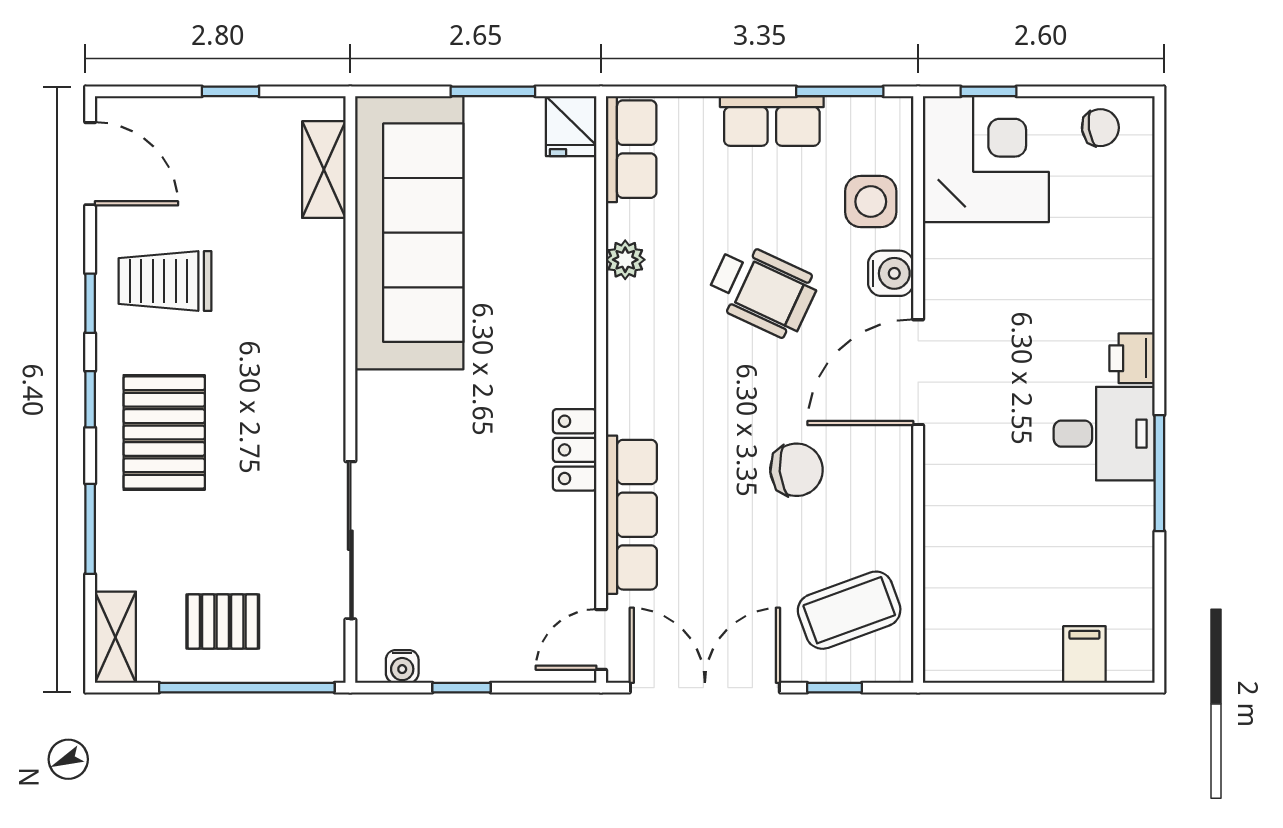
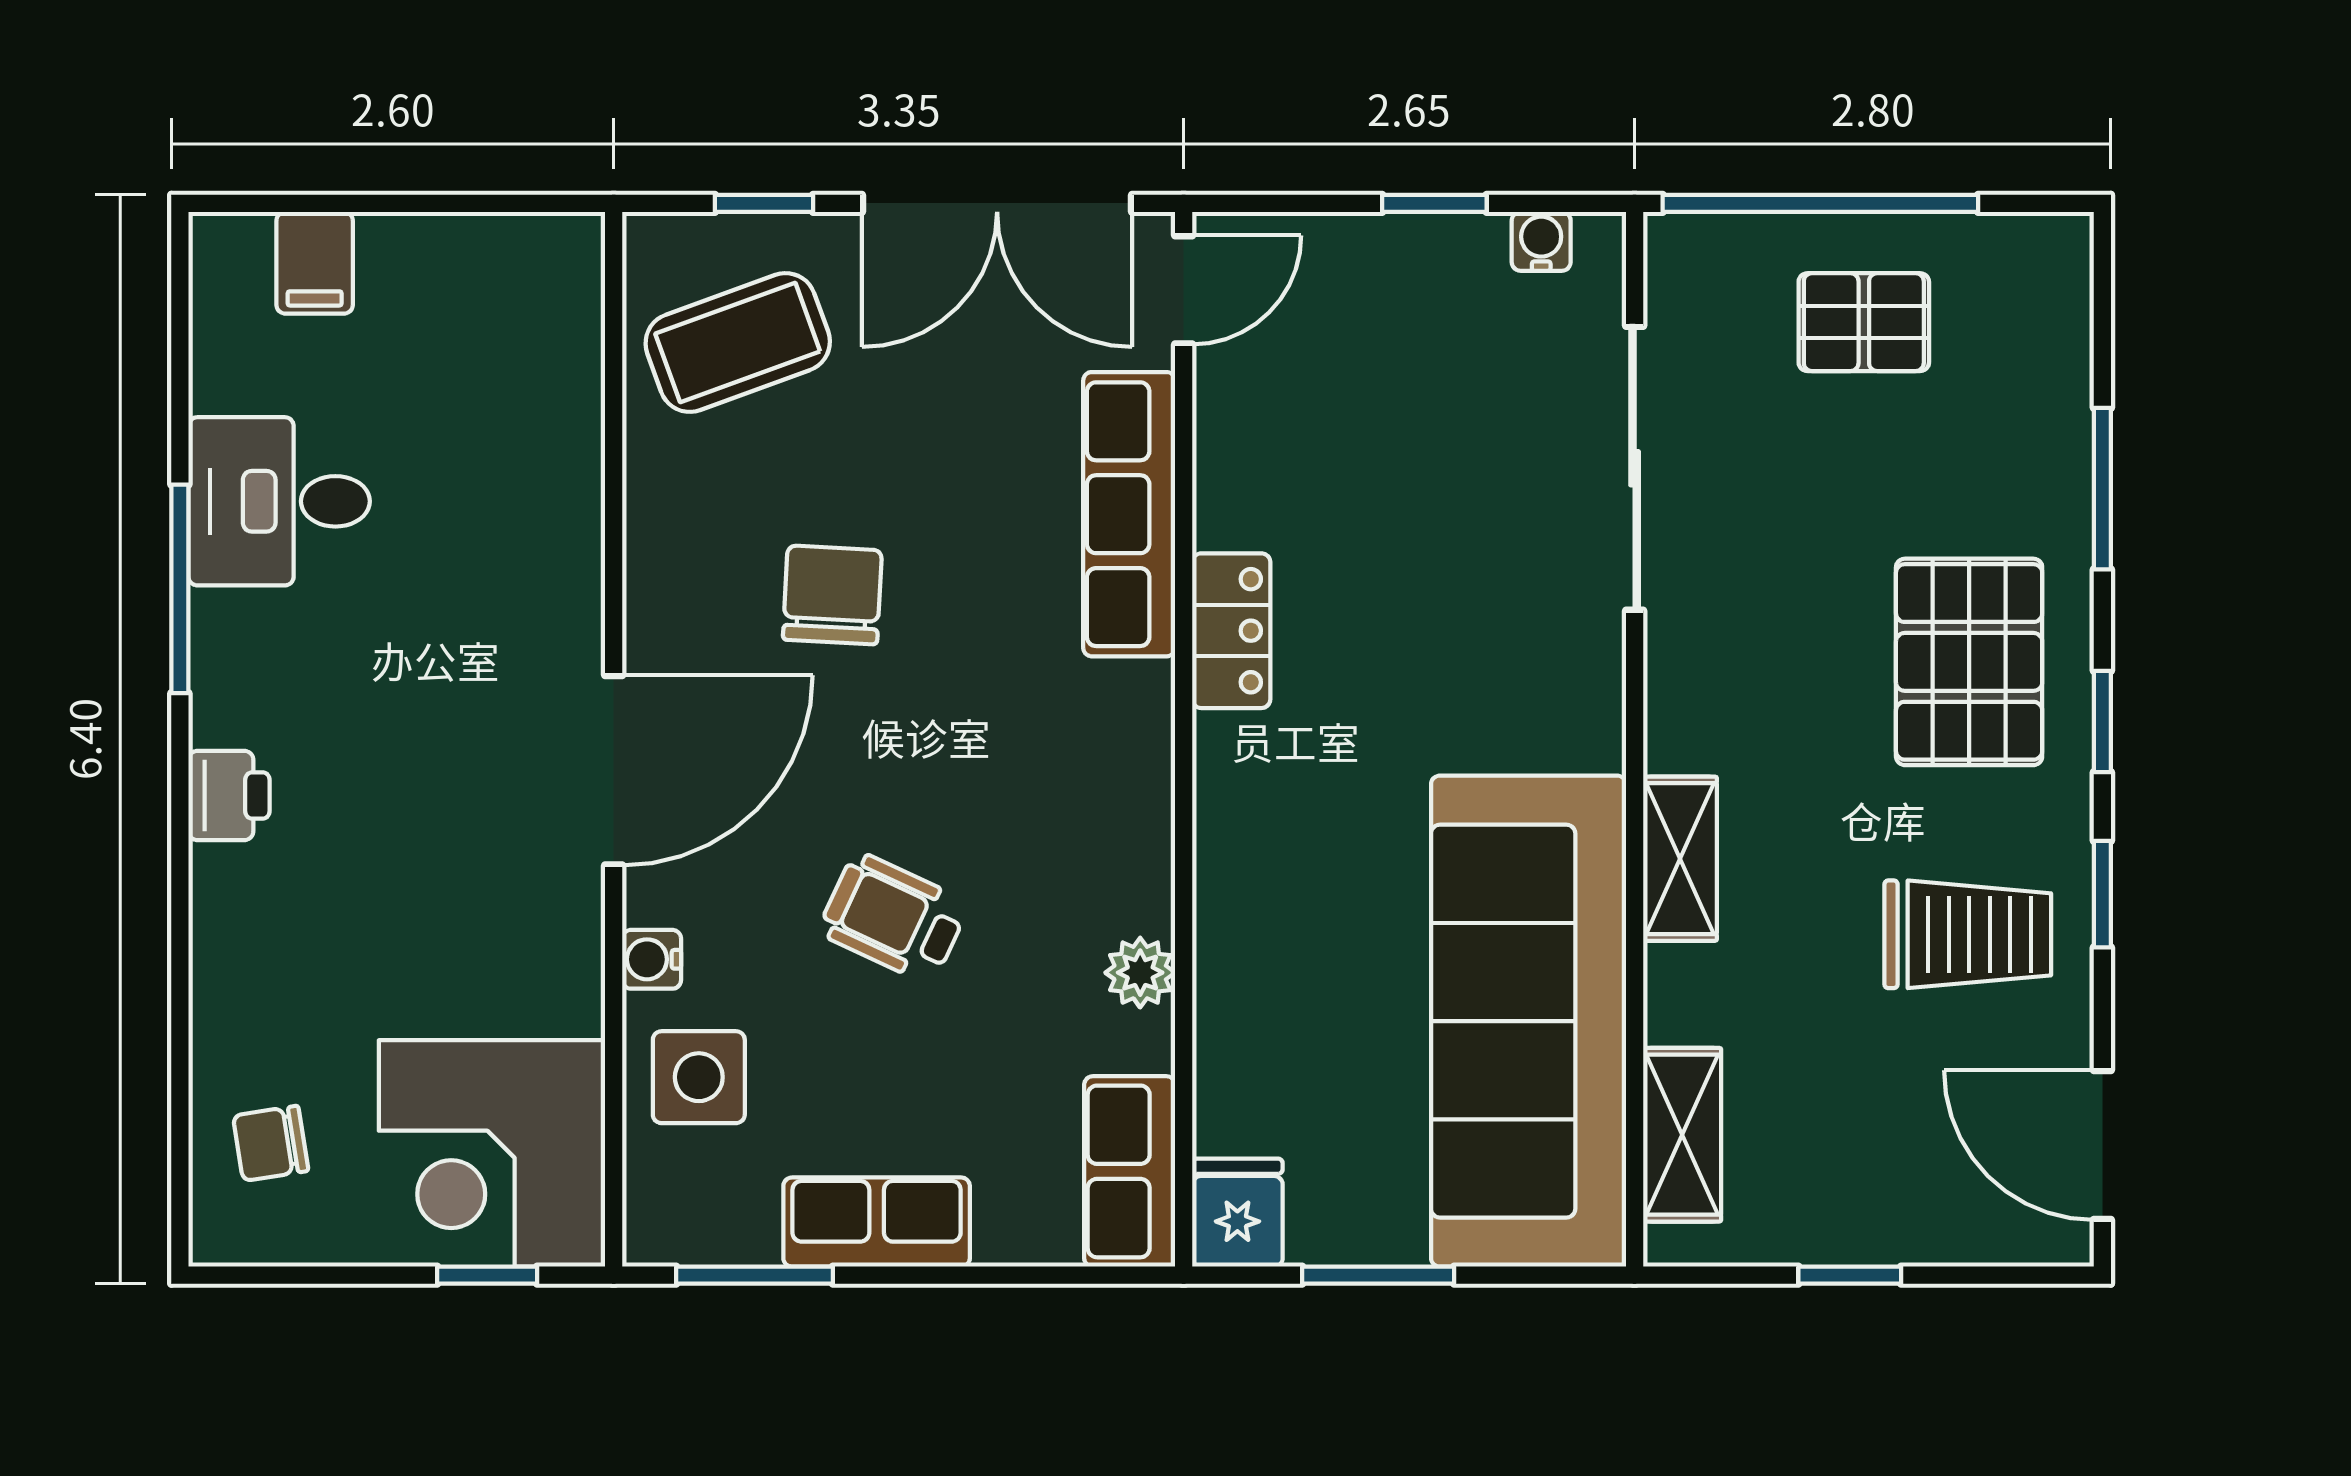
chair: (1100, 128) -> (271, 1143), moved
water cooler: (891, 273) -> (652, 959), width x0.72, depth x0.72
wheelchair: (762, 290) -> (894, 918), width x0.73, depth x0.73
desk: (1104, 434) -> (279, 501), moved
chair: (796, 470) -> (832, 595), turned 98
shelving: (115, 637) -> (1680, 859), moved

